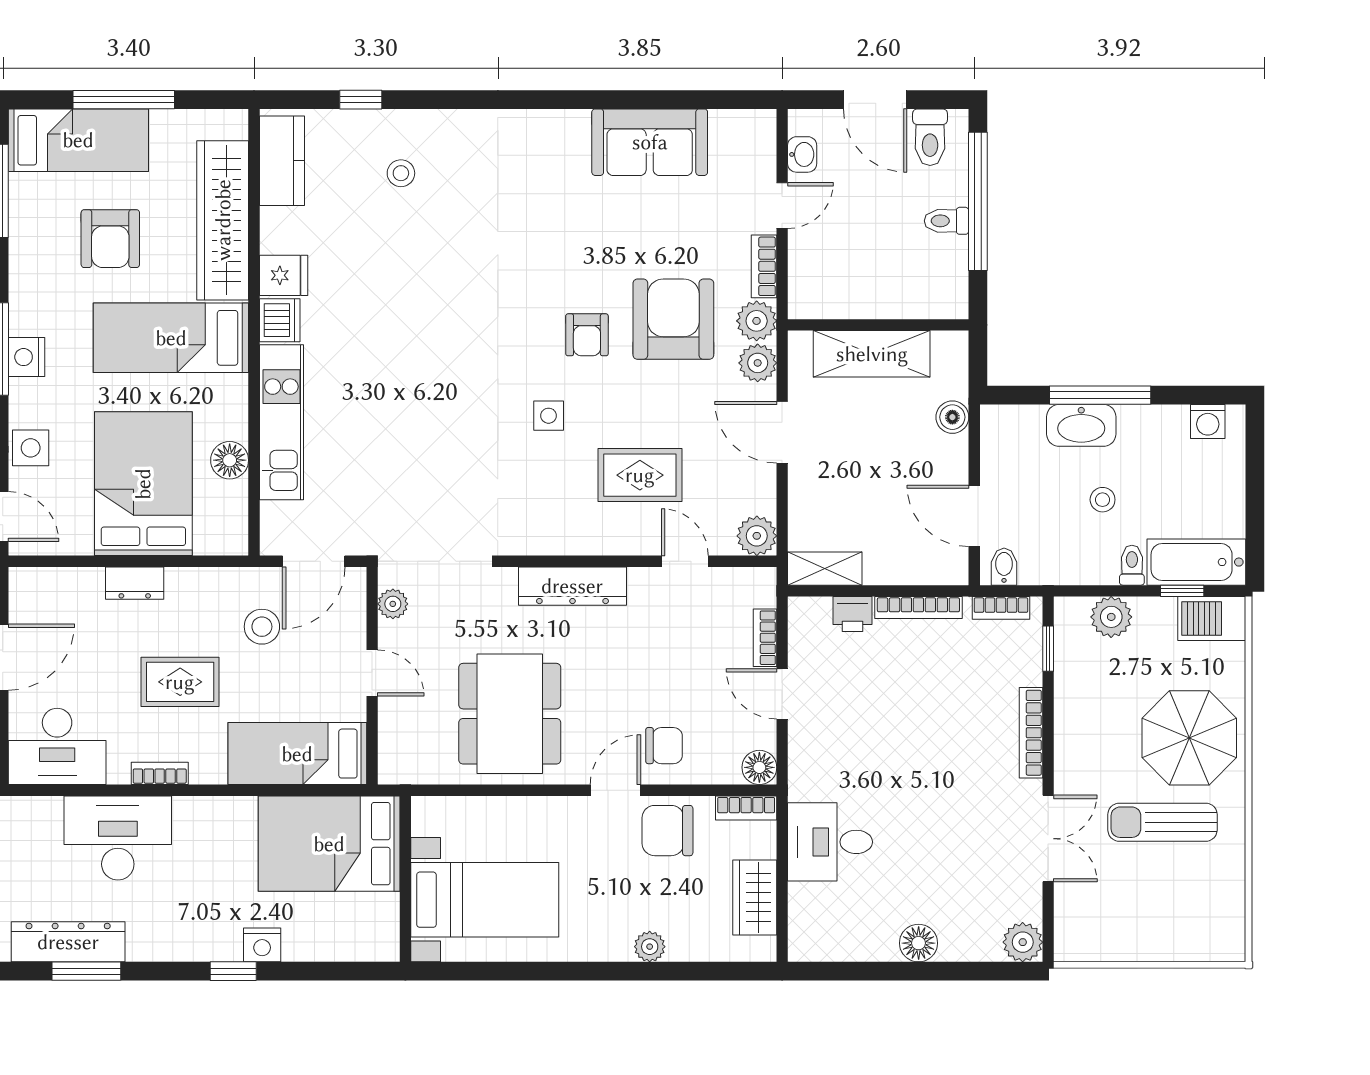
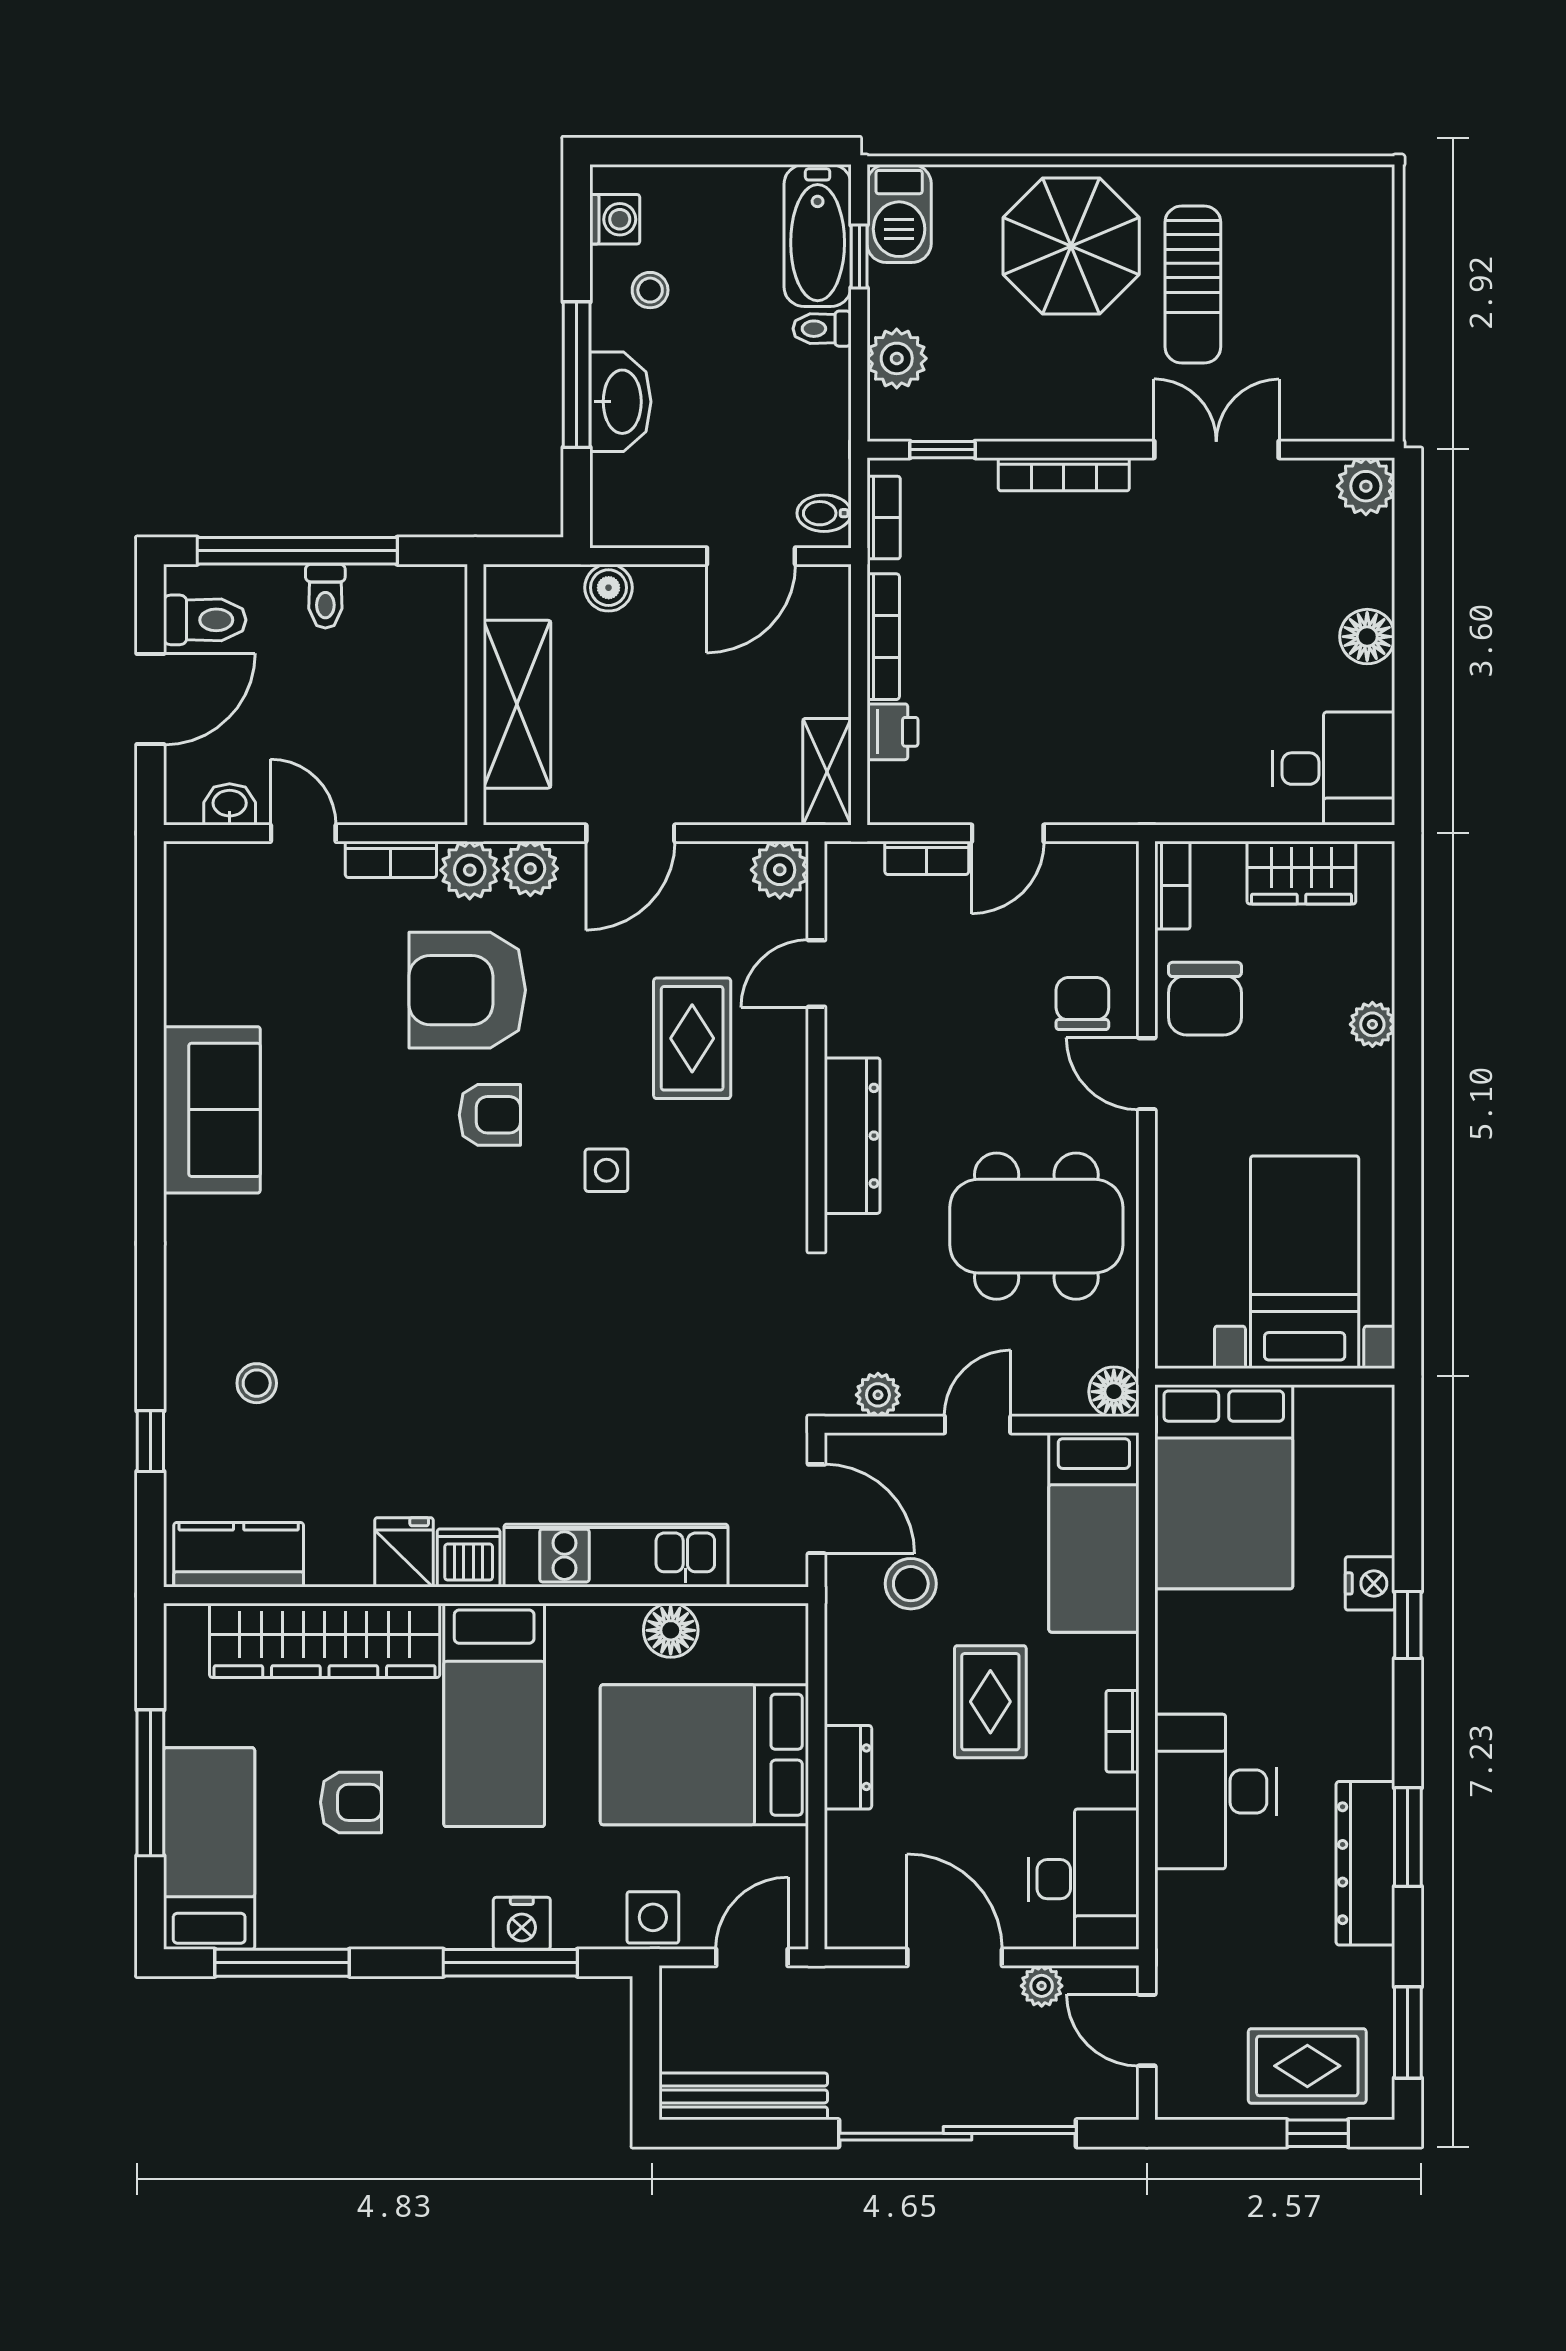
sofa: (650, 142) -> (212, 1110), moved
armchair: (110, 239) -> (351, 1802), width x0.72, depth x0.72
stool: (1103, 500) -> (650, 290), moved
floor lamp: (759, 767) -> (1114, 1392), moved
desk: (830, 842) -> (1333, 769), moved, turned -90

